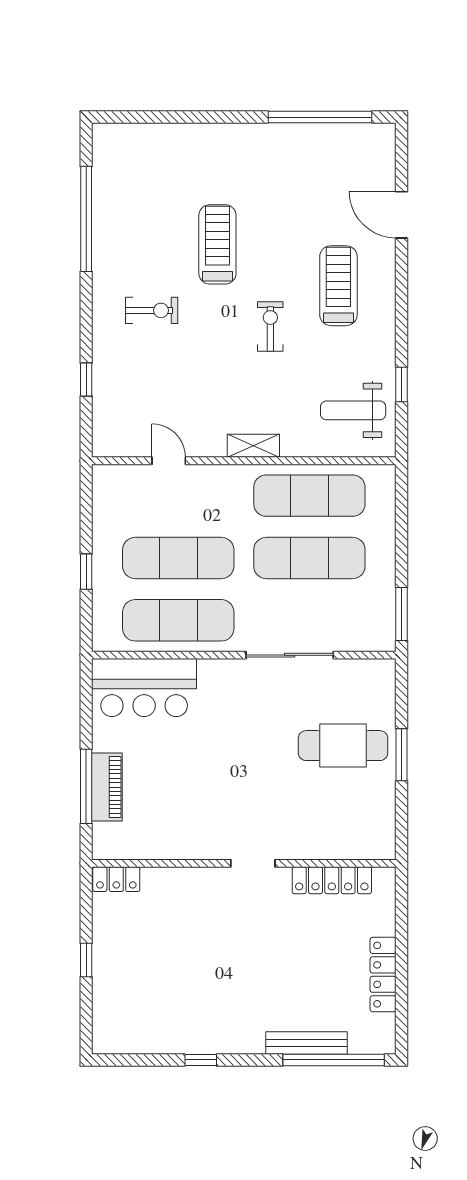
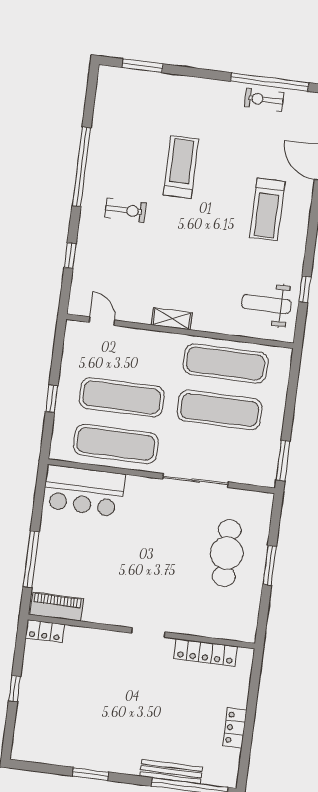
window: (150, 117) -> (143, 66), added
window: (86, 219) -> (81, 167), moved
treadmill: (338, 286) -> (267, 210), turned 180
exercise bike: (270, 327) -> (264, 100), moved, turned -90
shelving: (253, 446) -> (172, 319), moved
door: (169, 461) -> (102, 321), moved
cafe table: (343, 746) -> (227, 553), turned 90
piano: (107, 787) -> (57, 607), moved, turned -90
locker: (383, 975) -> (235, 728), width x0.66
window: (201, 1060) -> (90, 774), width x1.50

